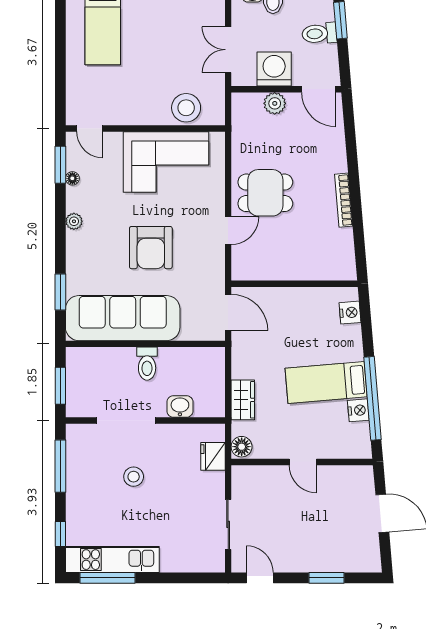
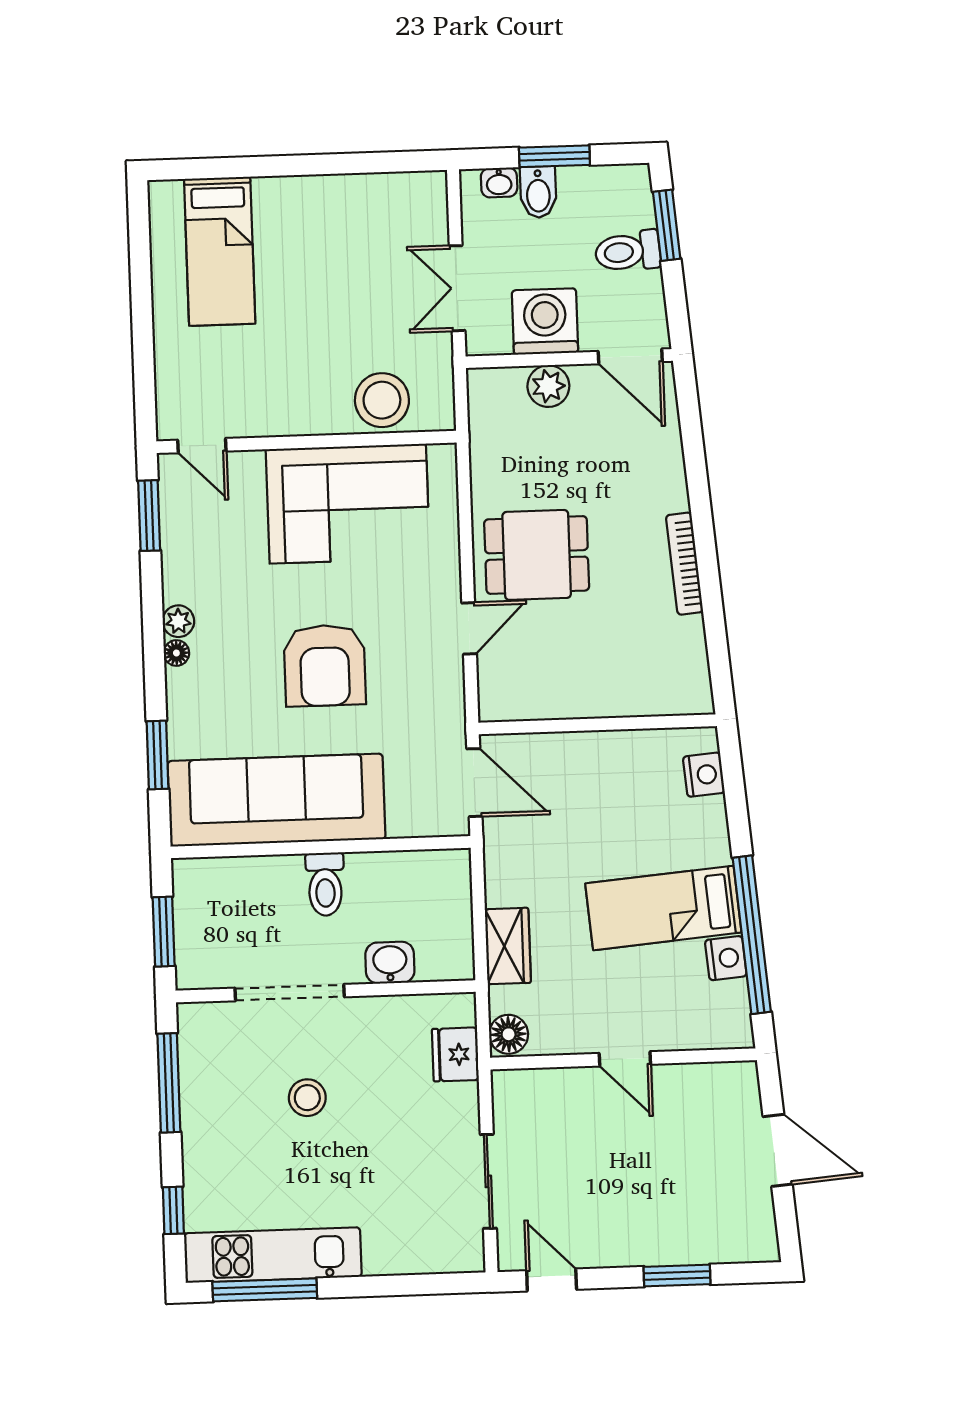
floor lamp: (72, 178) -> (176, 653), moved

